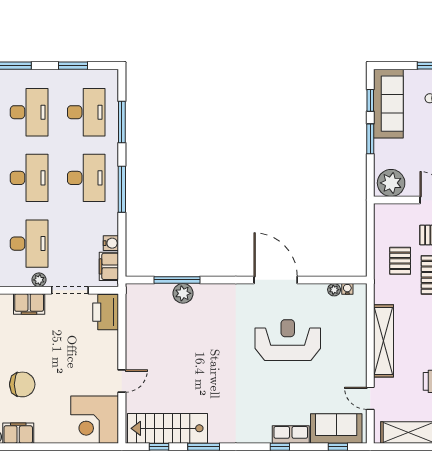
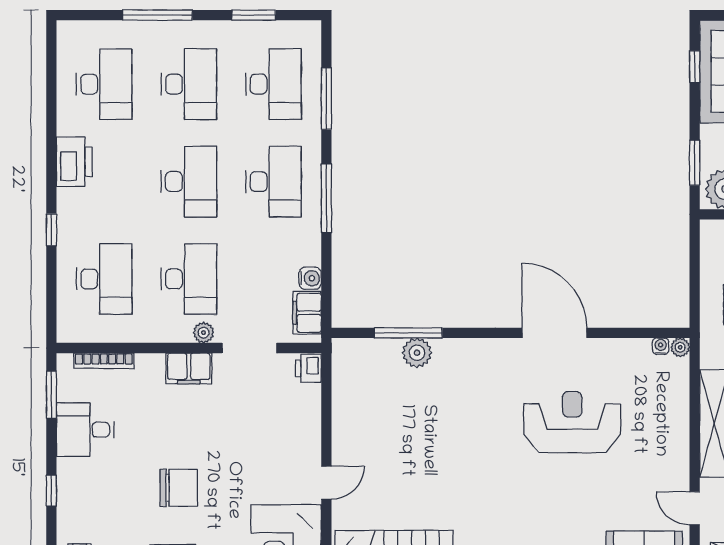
window: (370, 139) -> (695, 163), moved
plant: (334, 290) -> (680, 347), moved
printer: (106, 312) -> (308, 368), width x0.53, depth x0.68

